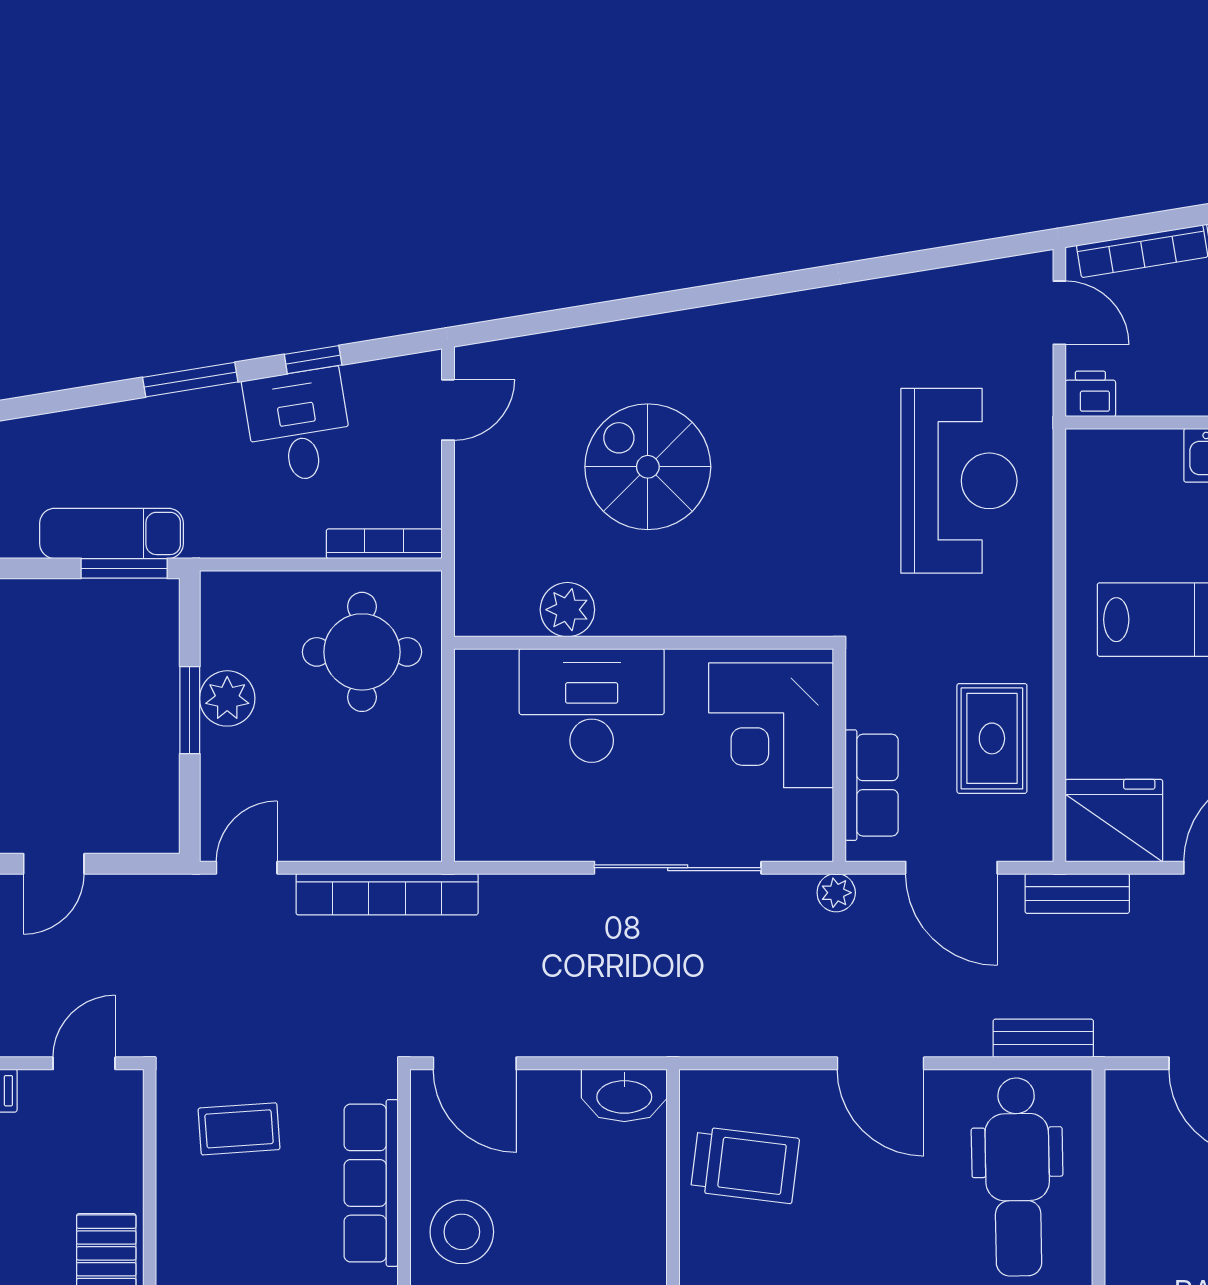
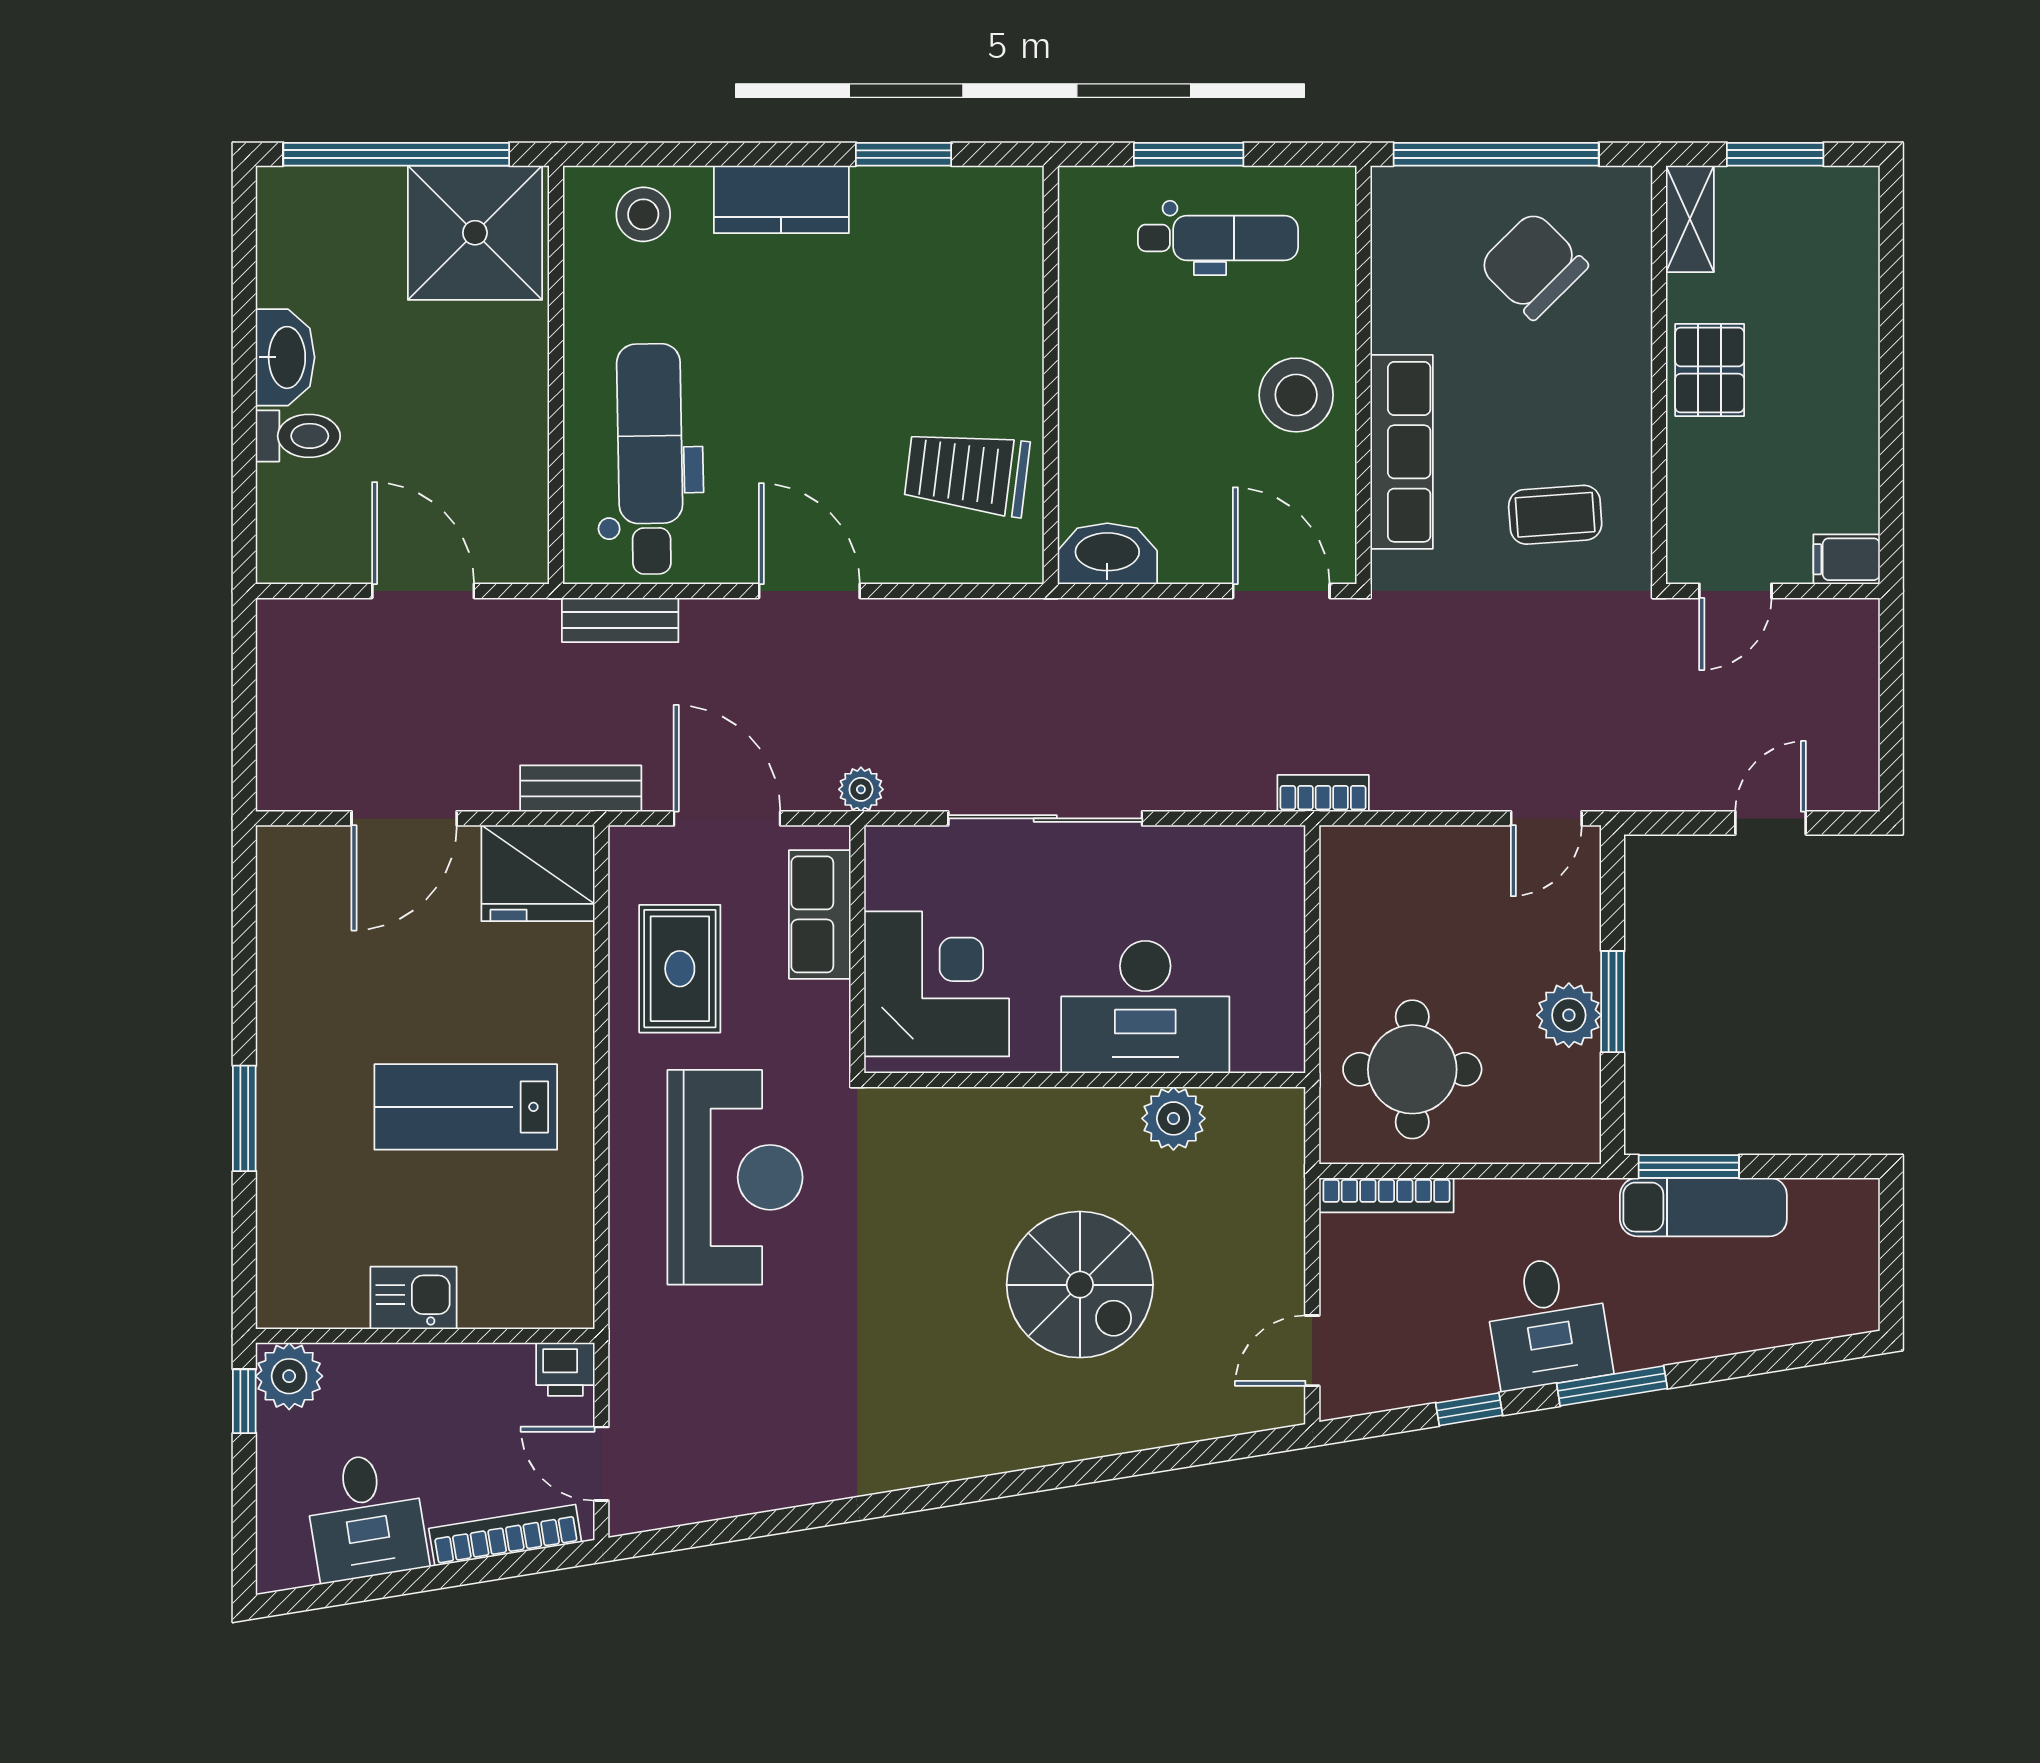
desk: (298, 426) -> (1548, 1322), moved
reception desk: (959, 481) -> (735, 1177), moved, turned 180
bookcase: (387, 894) -> (1323, 793), width x0.43, depth x0.76

